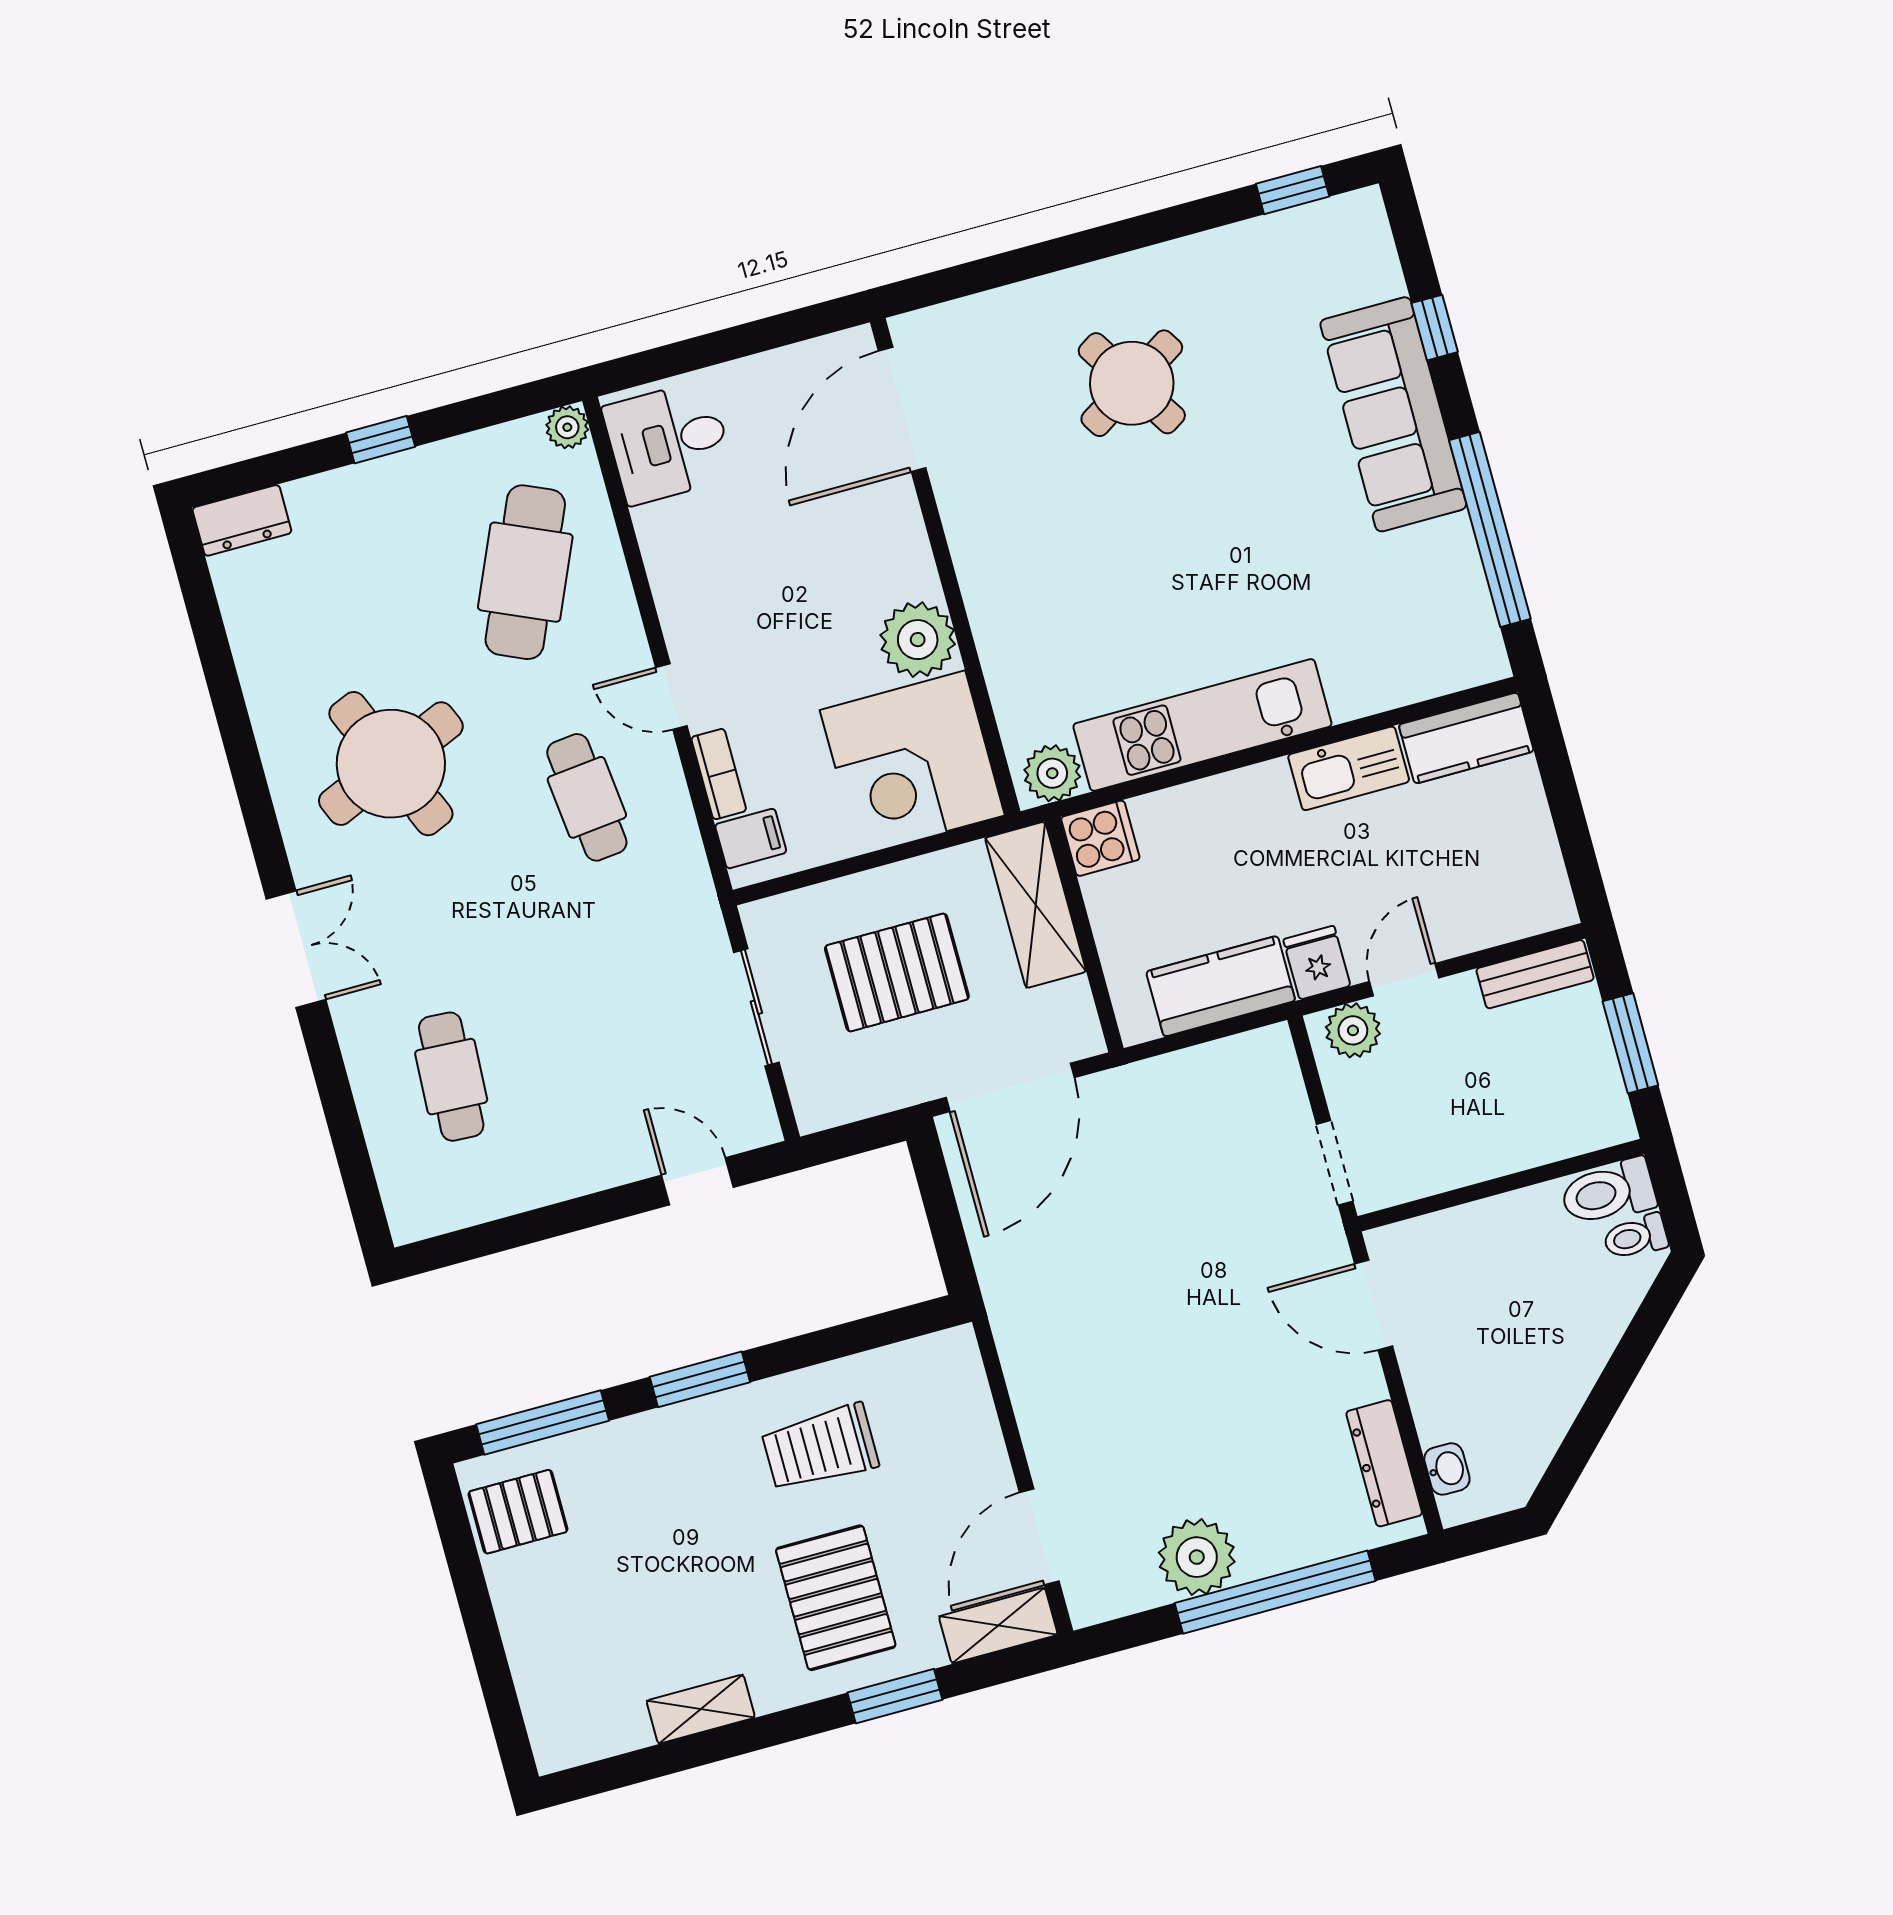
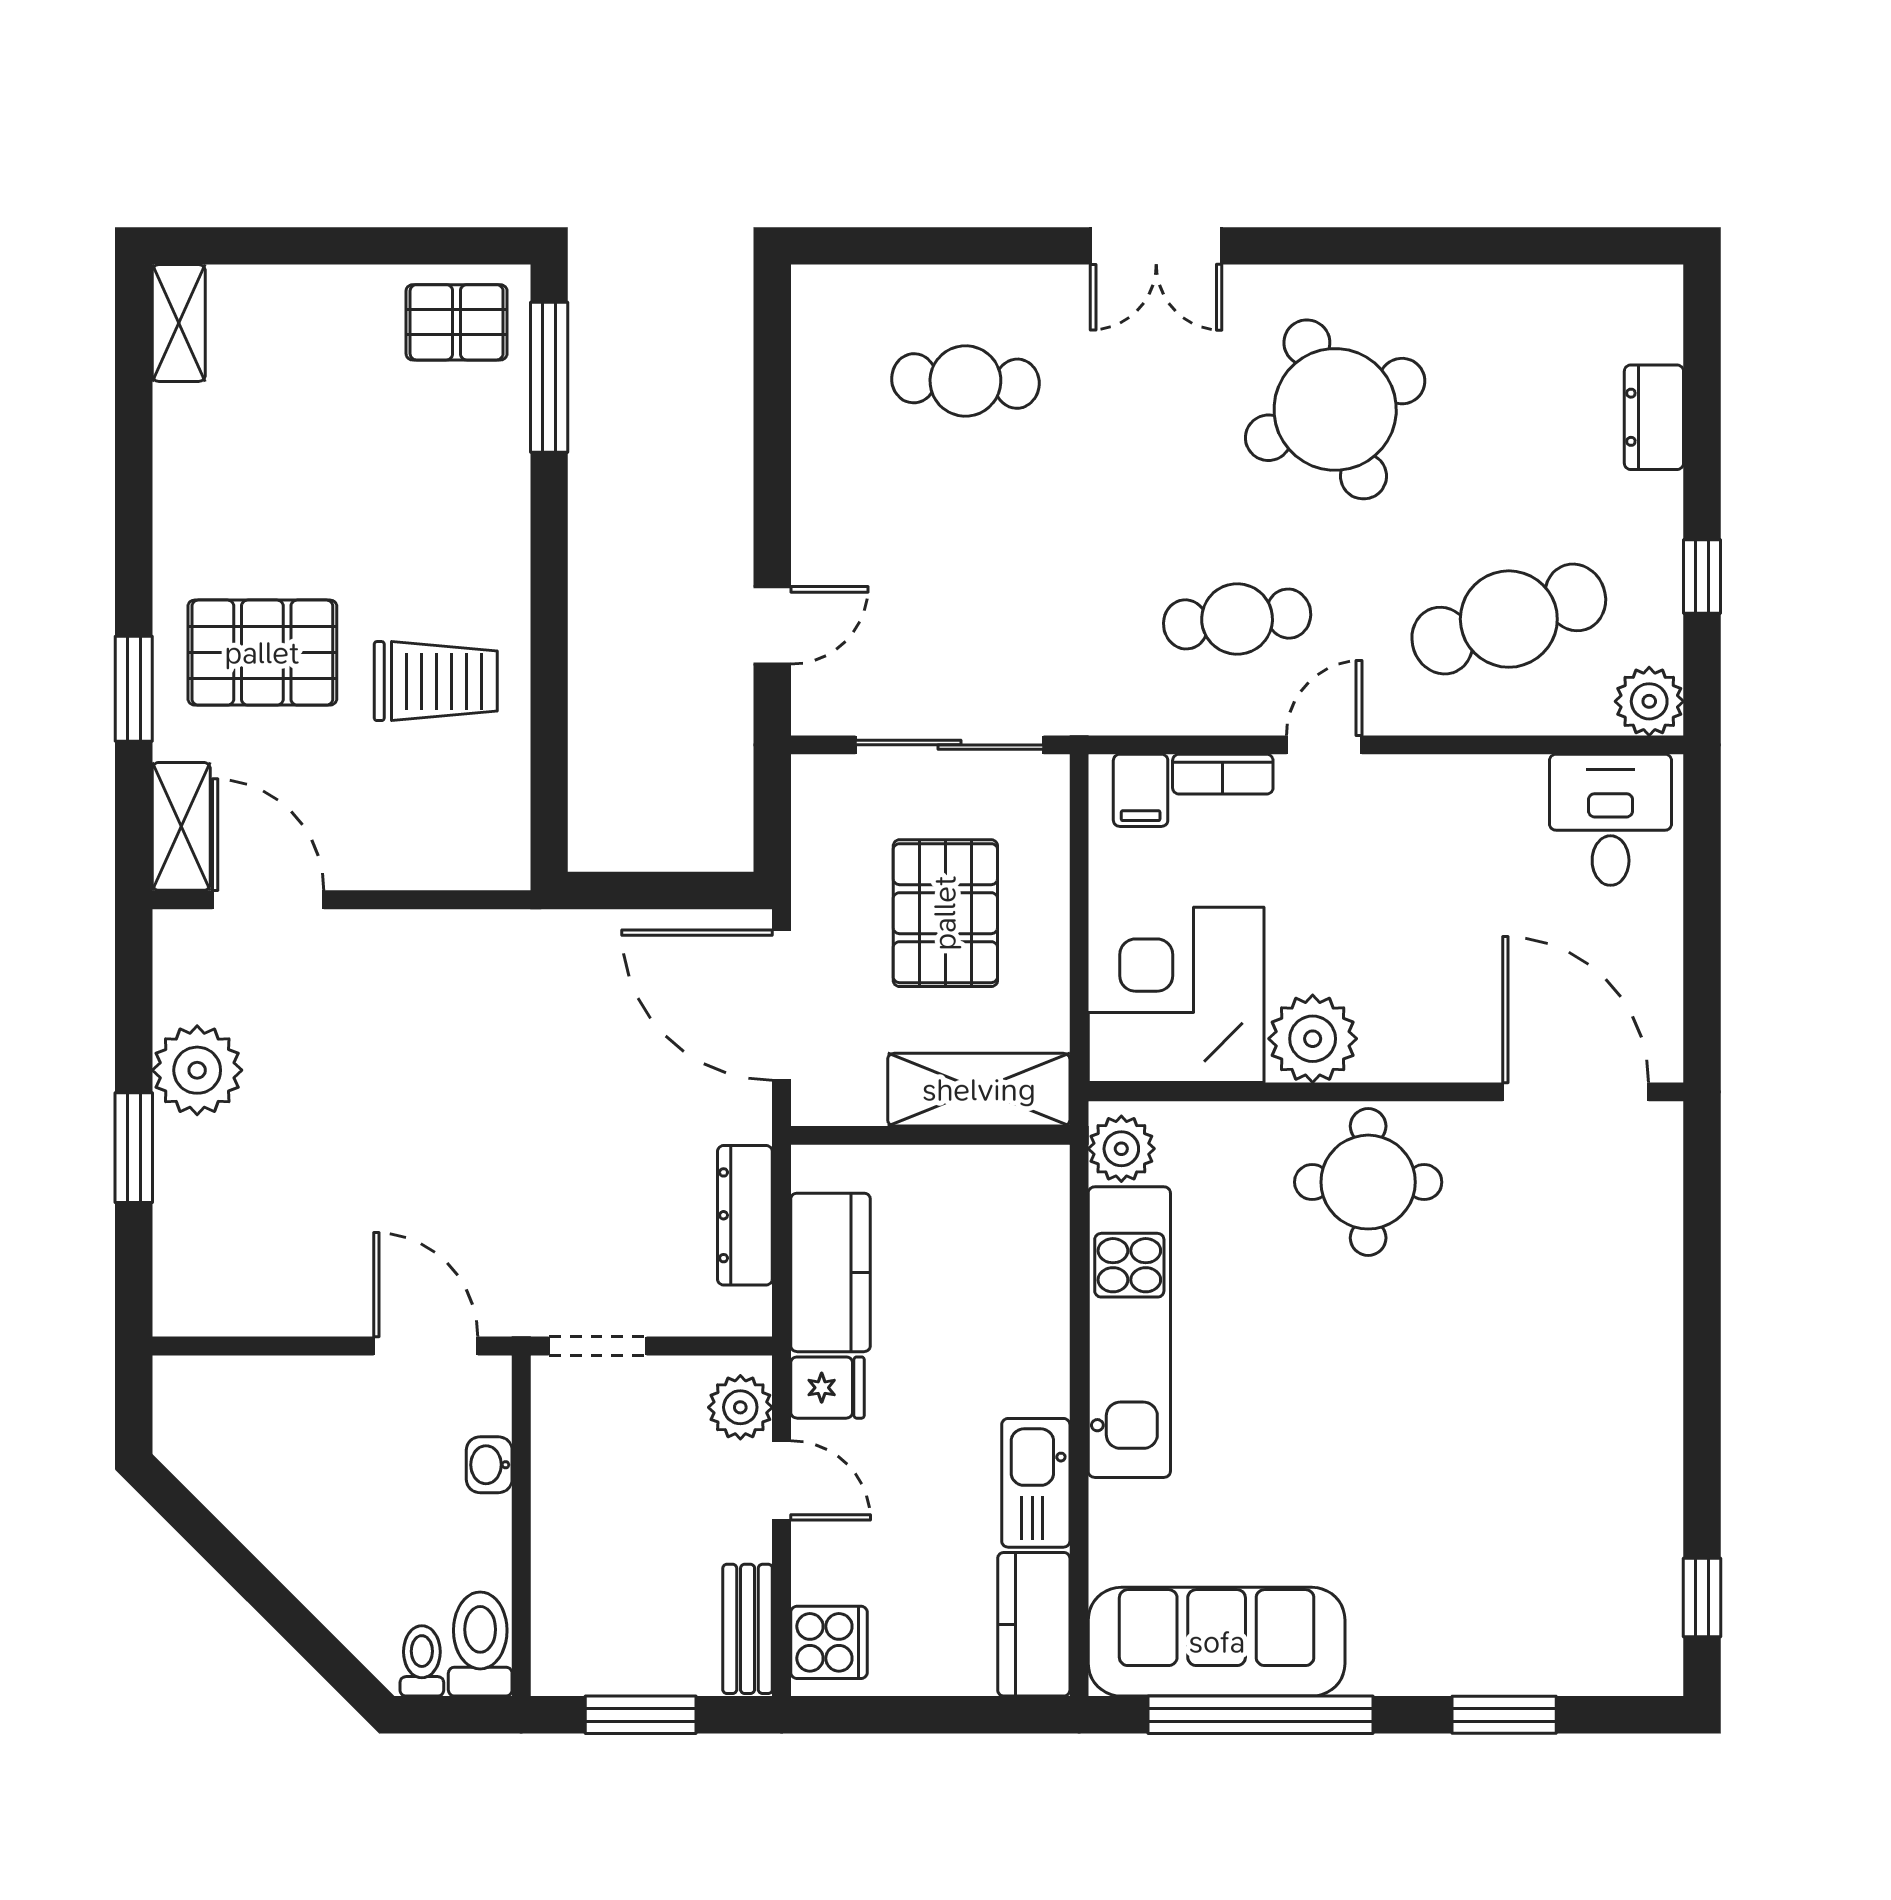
window: (1435, 328) -> (1504, 1715), width x1.50
round table: (1132, 383) -> (1368, 1182), moved, turned 32
sofa: (1393, 414) -> (1217, 1642), moved
plant: (567, 427) -> (1649, 701), width x1.38, depth x1.38
window: (381, 440) -> (1702, 577), moved
dresser: (242, 520) -> (1654, 417), moved
cafe table: (525, 572) -> (1509, 619), turned -42
cooker: (1100, 838) -> (829, 1642), moved, turned -90
sliding door: (756, 1007) -> (950, 745), width x1.37
door: (1374, 1305) -> (426, 1346), hinge flipped
window: (700, 1379) -> (549, 567), removed
trolley: (820, 1448) -> (436, 681), turned 90
dresser: (1384, 1463) -> (745, 1215), moved, turned -90
washbasin: (1447, 1469) -> (489, 1465), moved, turned 90
pallet: (518, 1512) -> (457, 322), turned 90
window: (1275, 1592) -> (134, 1148), width x0.47
shelving: (701, 1709) -> (179, 323), moved

